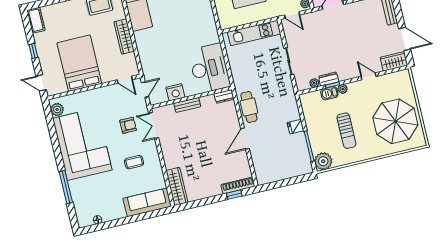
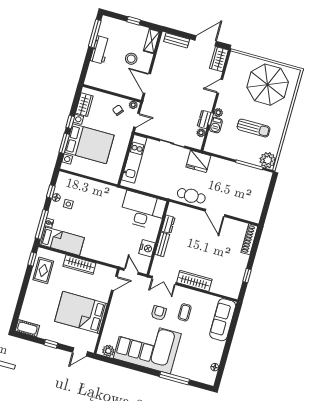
dresser: (224, 96) -> (168, 224), moved
armchair: (128, 125) -> (159, 313), moved
fridge: (295, 127) -> (198, 161), moved, width x1.88, depth x1.34
wardrobe: (177, 186) -> (194, 281), moved
window: (234, 195) -> (247, 276), moved

